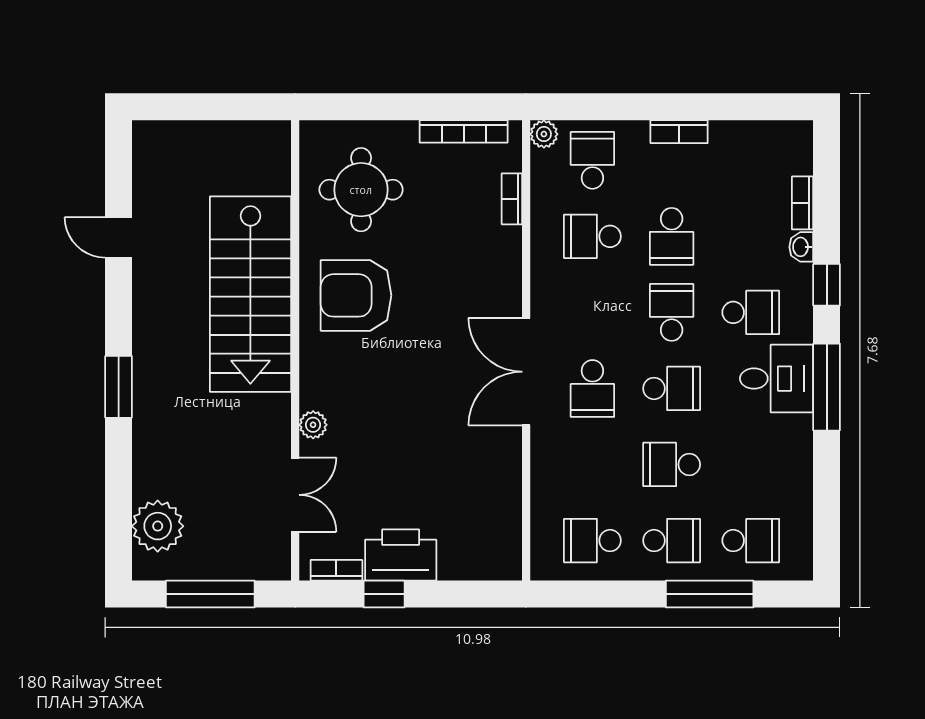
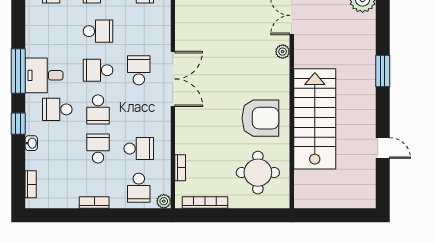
bookcase: (803, 203) -> (31, 184), moved

